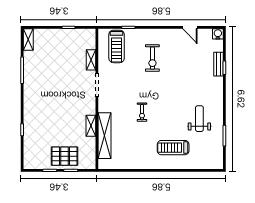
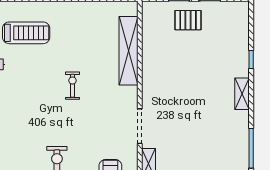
shelving: (91, 126) -> (242, 94), moved
pallet: (64, 156) -> (188, 20), width x0.67, depth x0.71

